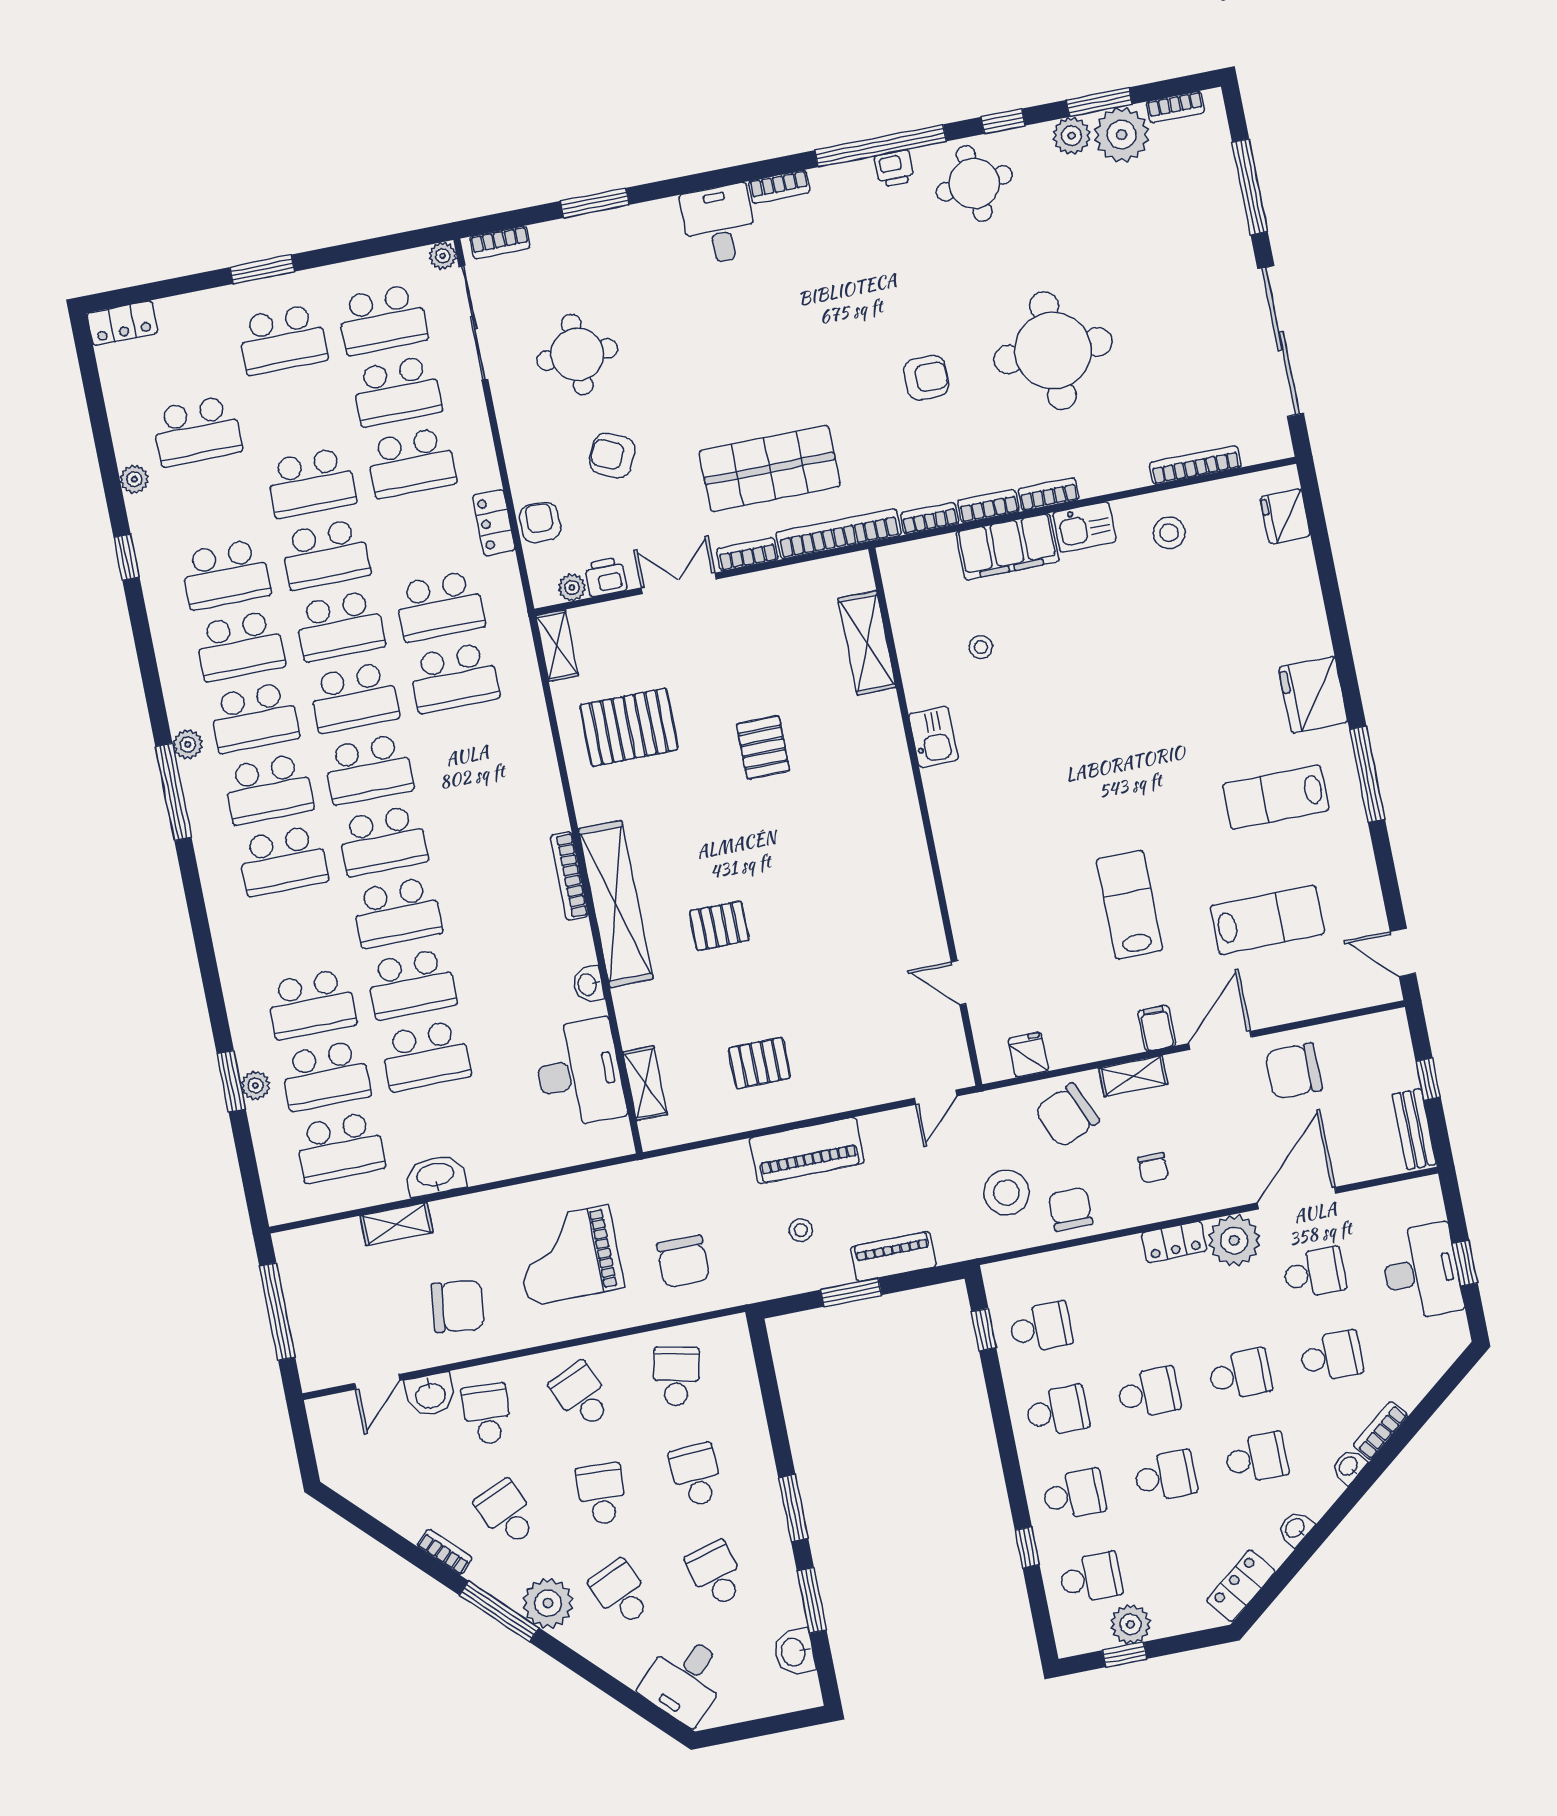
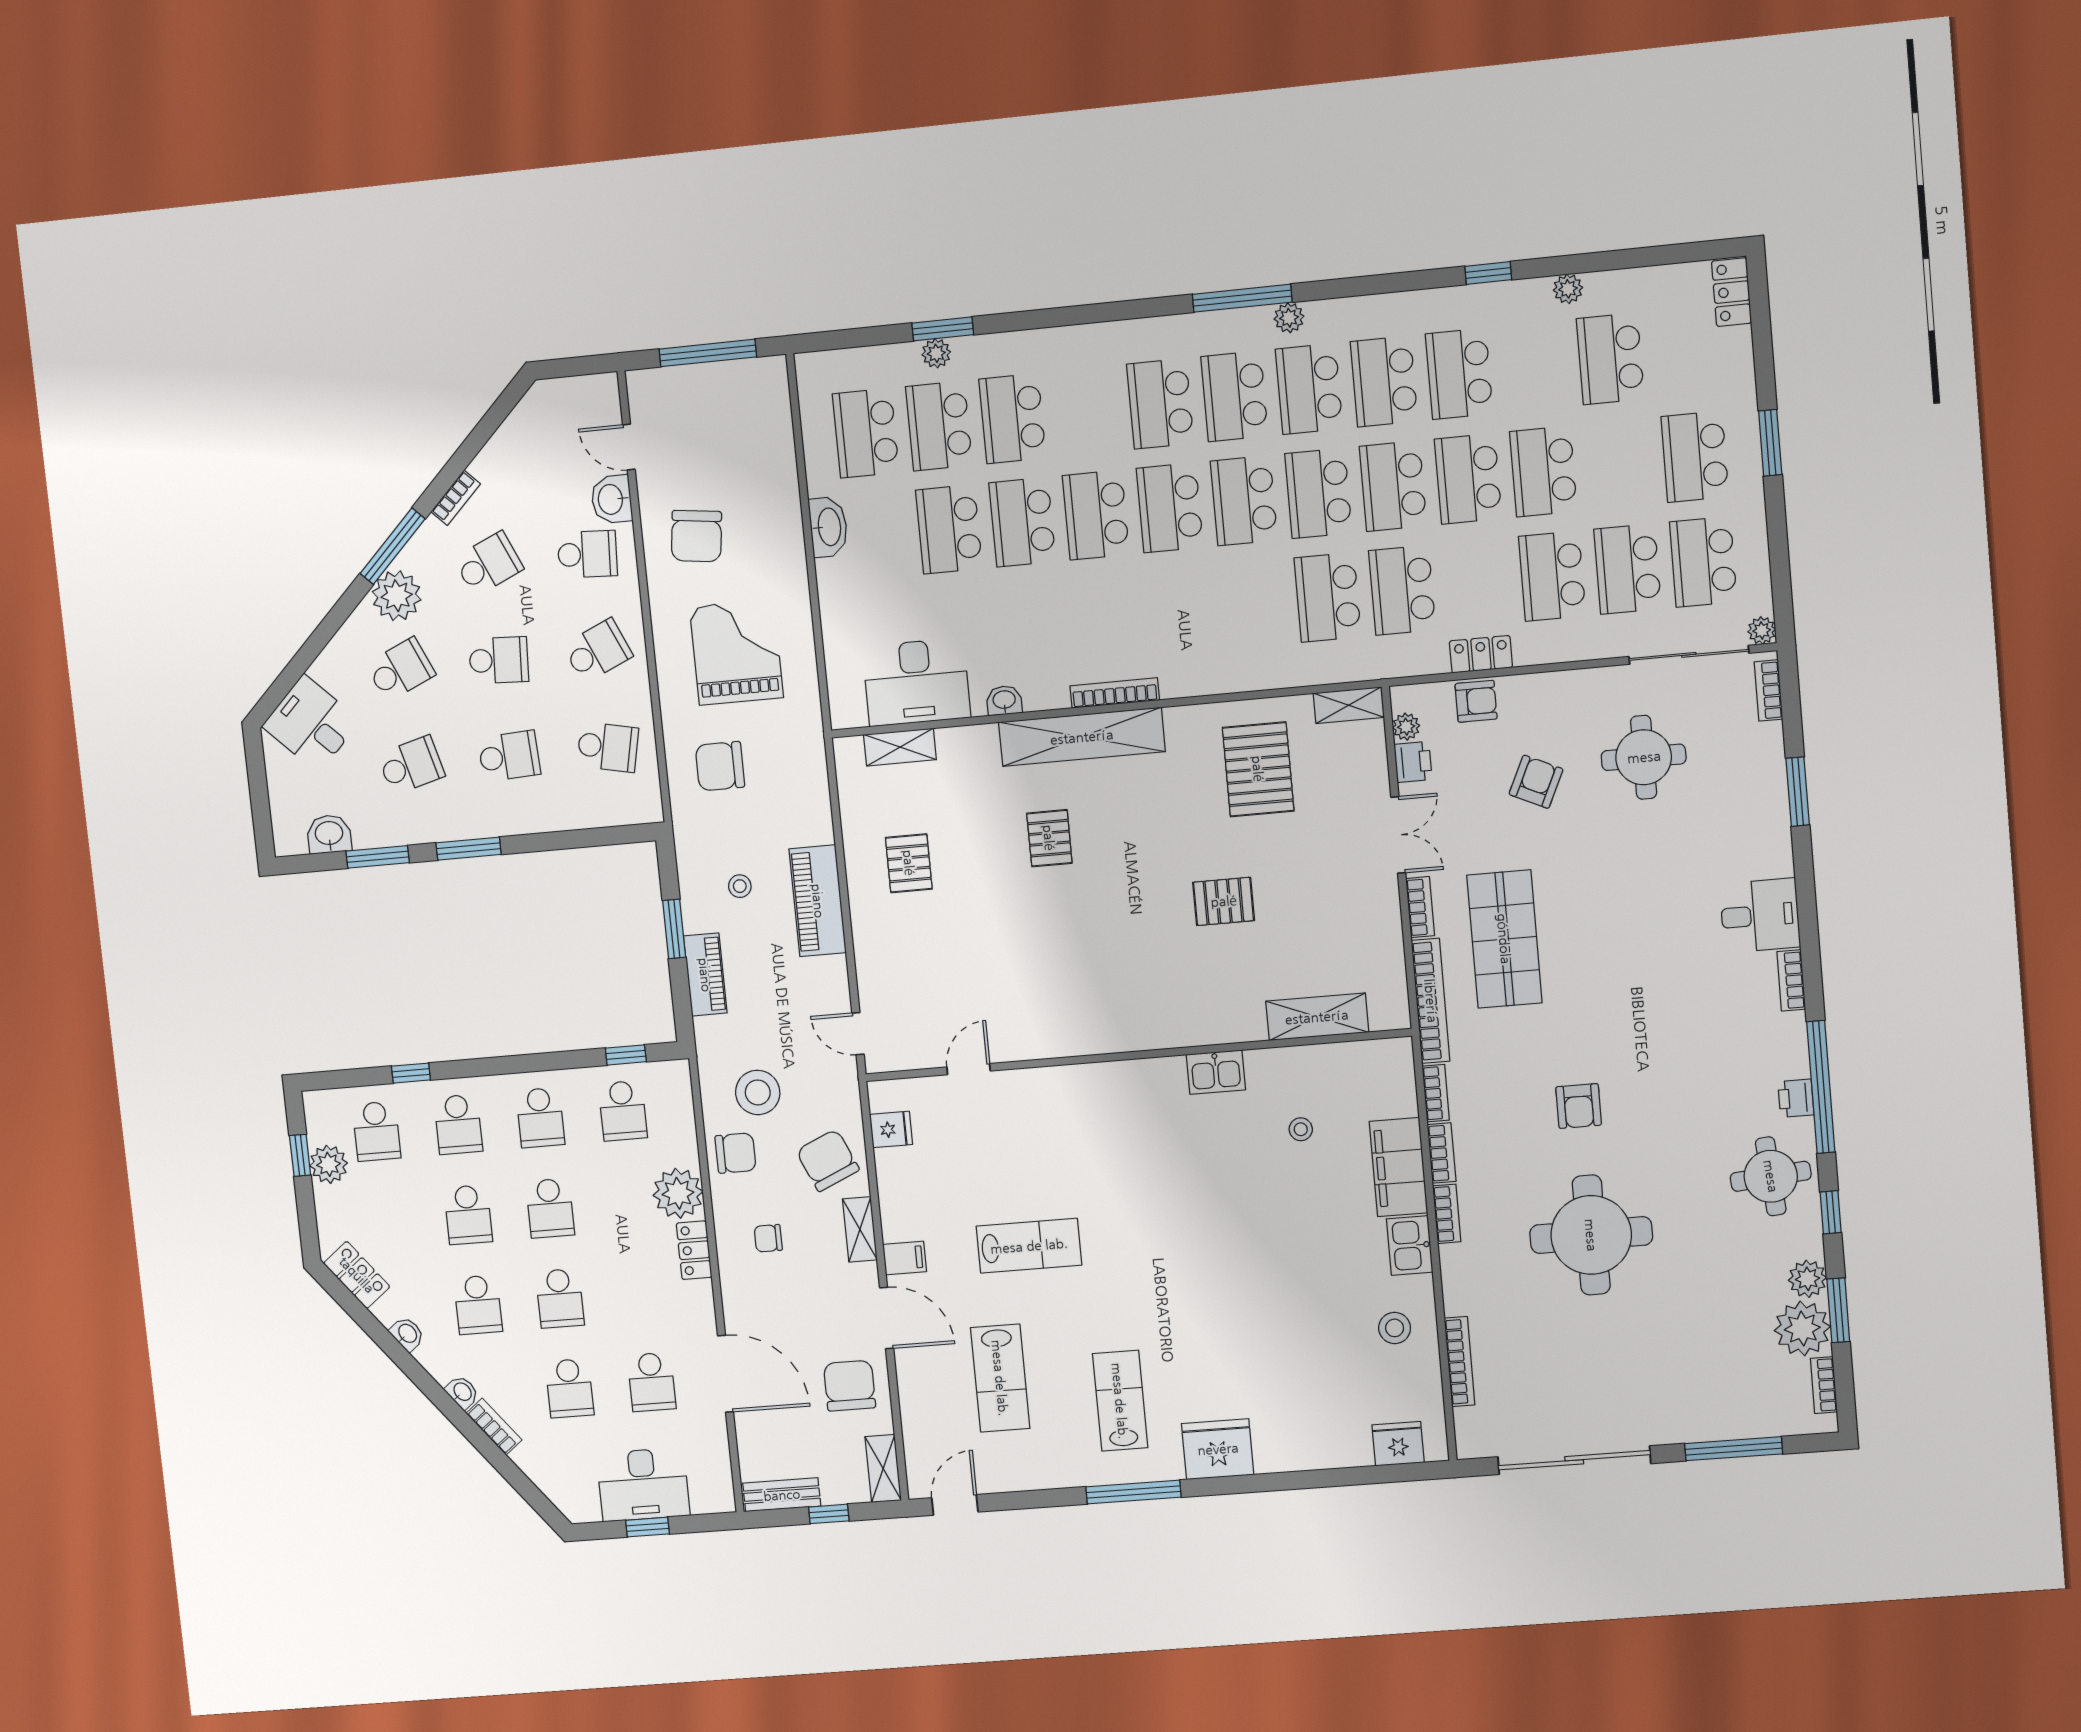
shelving: (396, 1224) -> (883, 1469), moved
plant: (1234, 1240) -> (678, 1193), moved

